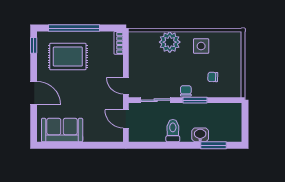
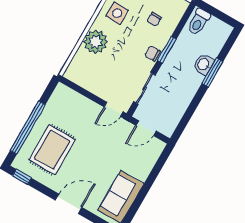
bookcase: (119, 43) -> (67, 92), removed
toilet: (173, 131) -> (199, 22), moved, turned -90
window: (213, 145) -> (213, 72), moved

